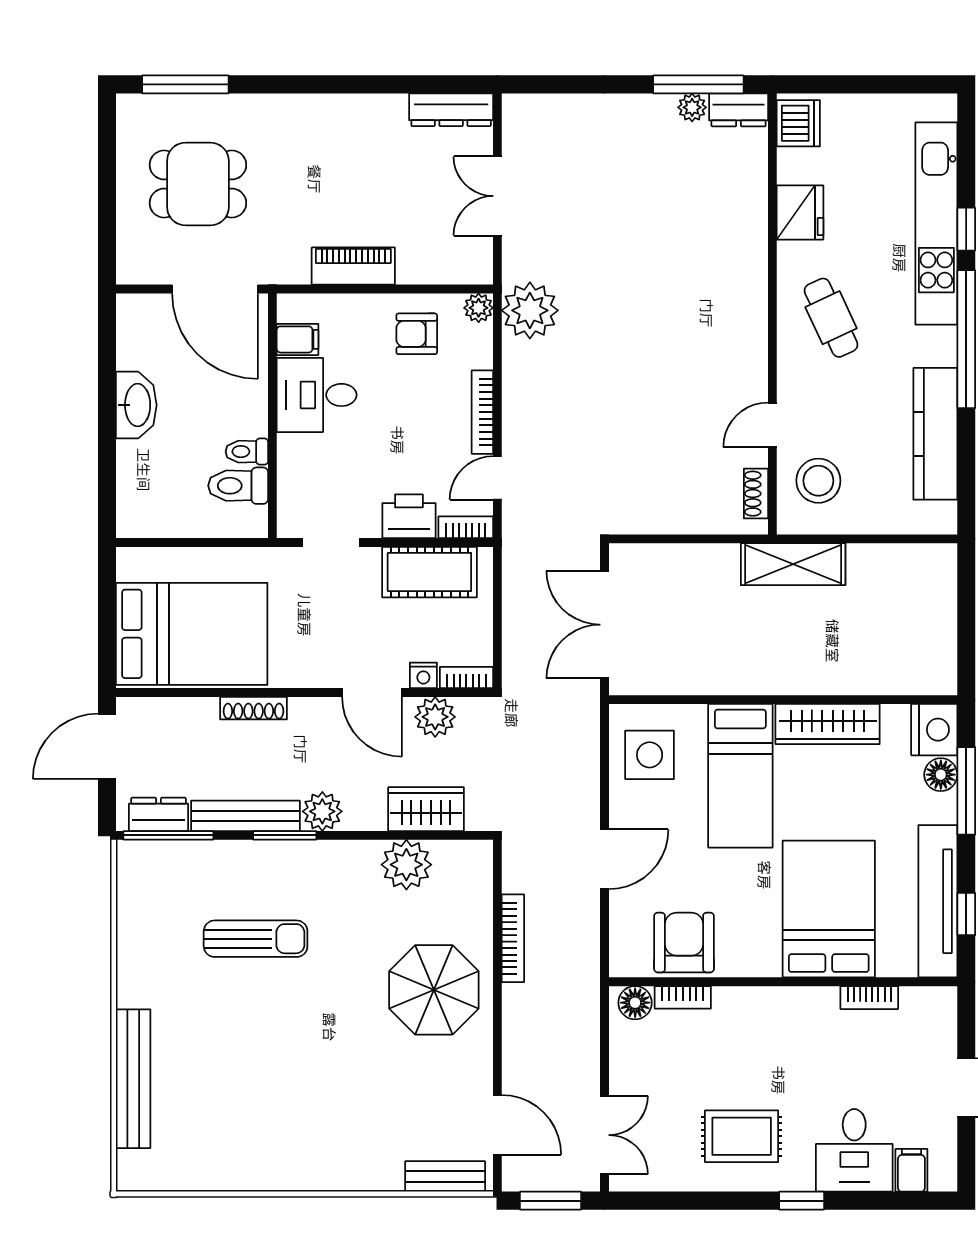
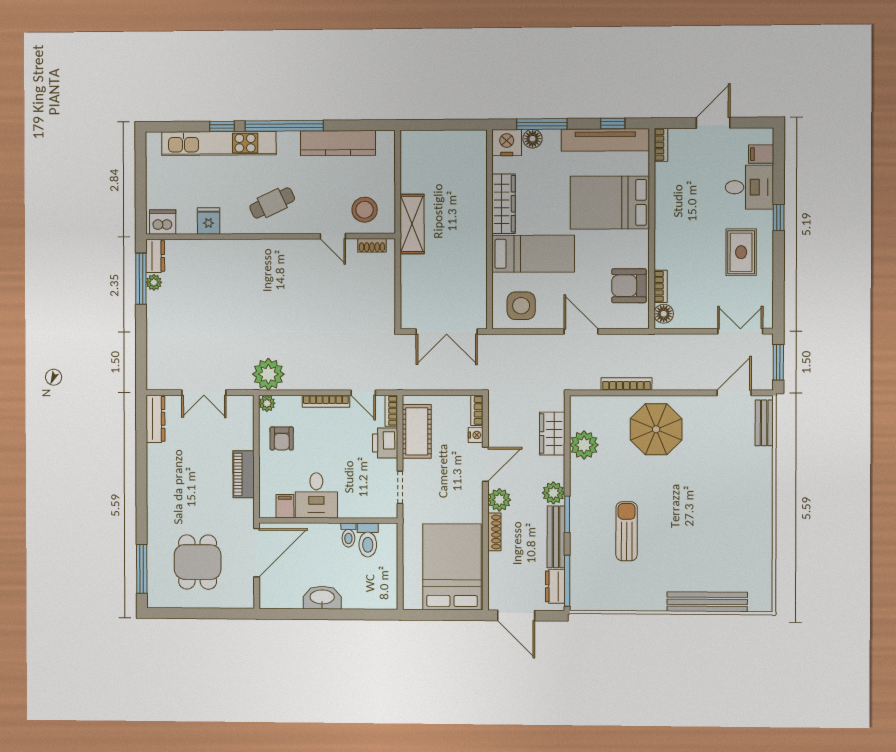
fridge: (800, 212) -> (209, 221), width x0.72
plant: (435, 717) -> (499, 500), moved
bookcase: (869, 998) -> (661, 145), moved

